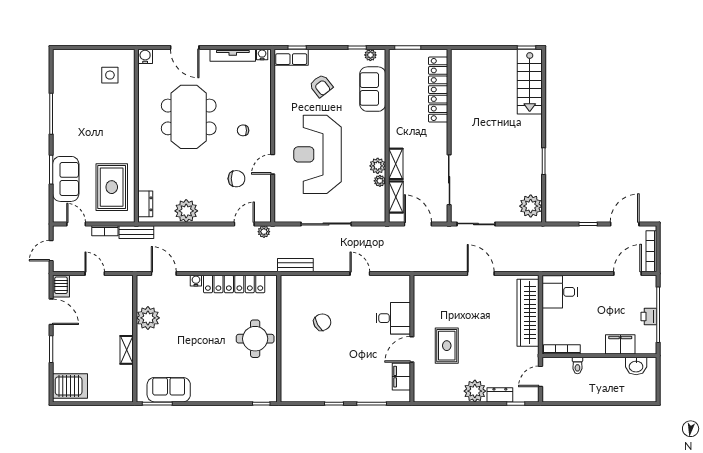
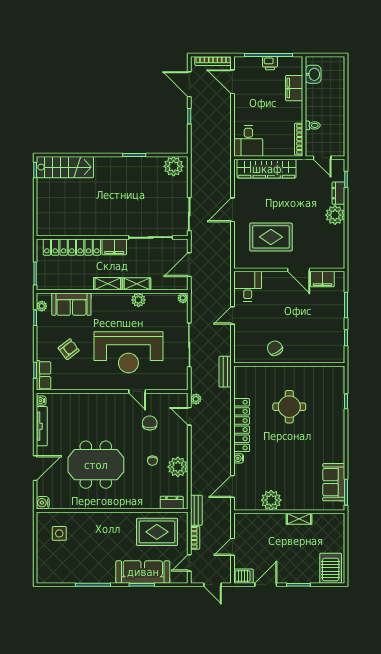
chair: (243, 130) -> (152, 461), moved
filing cabinet: (438, 138) -> (114, 247), added
sofa: (66, 179) -> (143, 572), width x1.36
plant: (380, 181) -> (183, 298), moved
shelving: (396, 197) -> (108, 284), moved
desk: (393, 318) -> (248, 286), moved
wall: (279, 339) -> (289, 364), moved
rug: (447, 346) -> (271, 237), moved, width x1.36, depth x1.43

